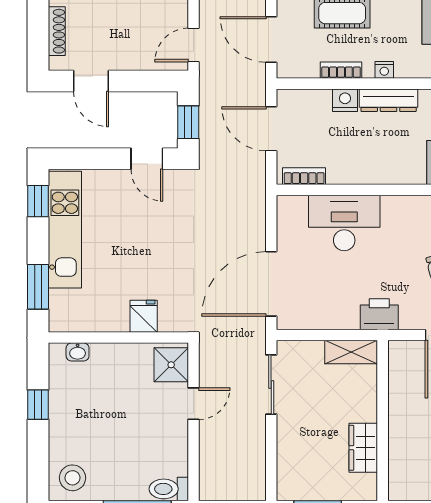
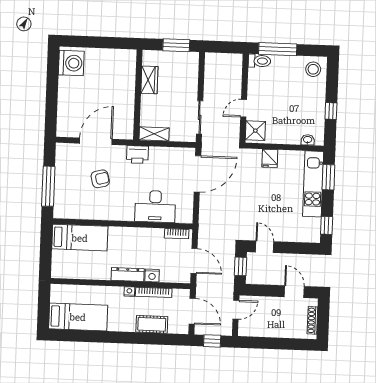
bookcase: (341, 70) -> (154, 292), width x1.56
kitchen unit: (65, 230) -> (313, 184), moved

